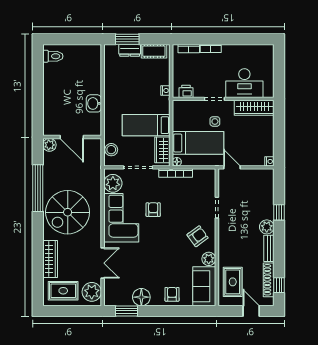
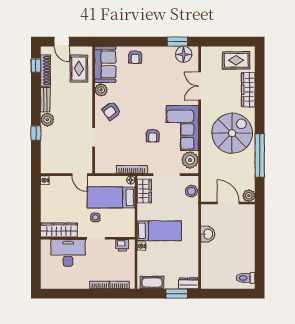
dresser: (130, 50) -> (189, 283), moved
bed: (146, 125) -> (159, 231), moved
plant: (92, 292) -> (210, 59), removed
floor lamp: (141, 297) -> (184, 54), moved

